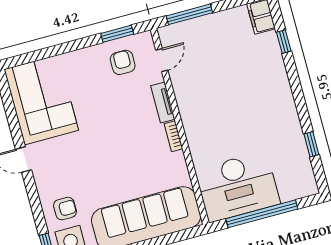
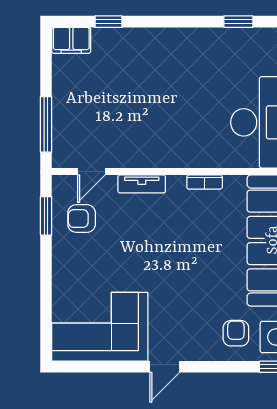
door: (162, 60) -> (91, 171), swing flipped
bookcase: (174, 136) -> (205, 182), moved

